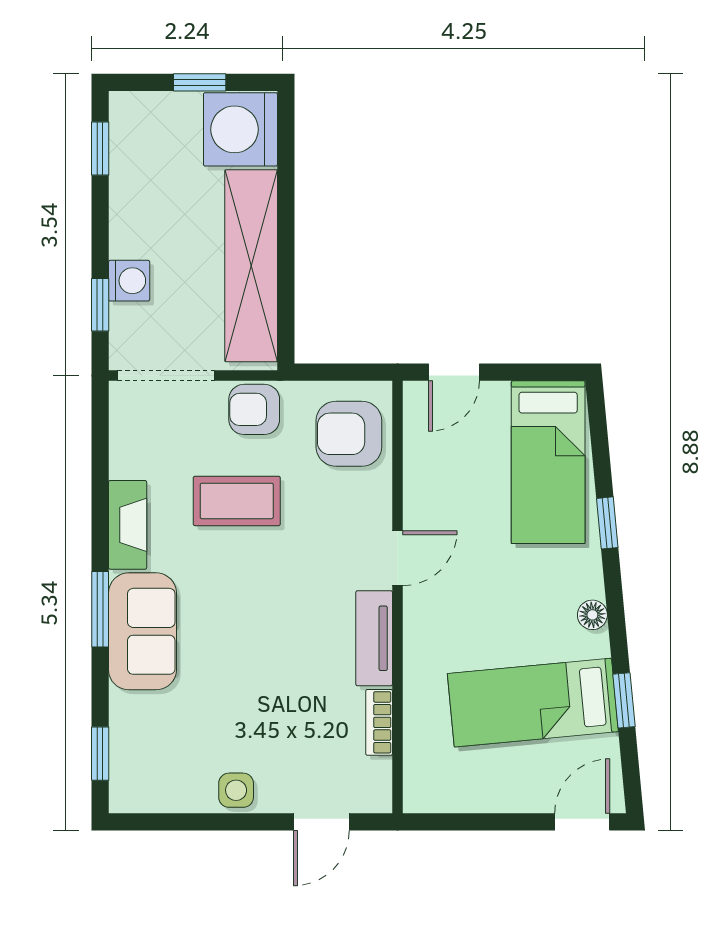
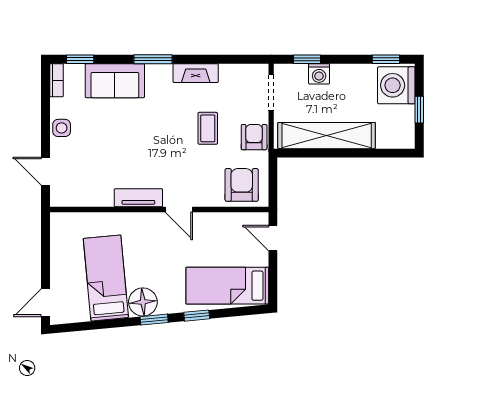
washing machine: (240, 129) -> (396, 85), moved, turned -90
doorway: (166, 376) -> (271, 93), width x0.73
coffee table: (237, 501) -> (208, 128), width x0.73, depth x0.77
floor lamp: (592, 615) -> (143, 302), width x1.89, depth x1.89
sofa: (142, 631) -> (115, 81), moved
window: (624, 700) -> (154, 320), moved
bookcase: (379, 722) -> (57, 80), moved, turned 90
door: (582, 822) -> (46, 303), swing flipped

